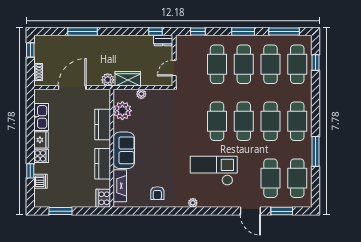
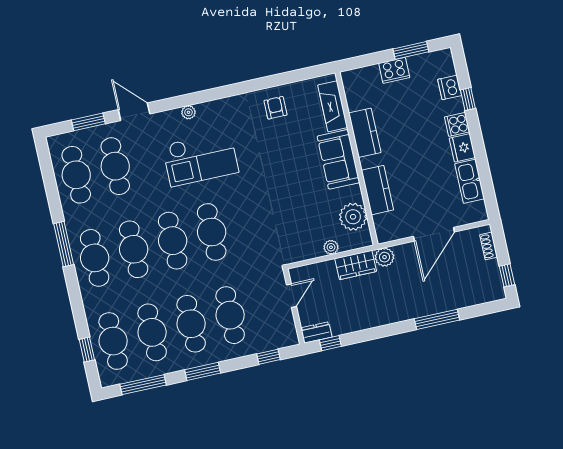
window: (316, 151) -> (64, 244), moved
cooker: (103, 198) -> (394, 70), moved, turned 90
plant: (193, 203) -> (189, 112), moved

